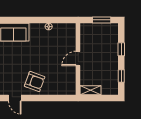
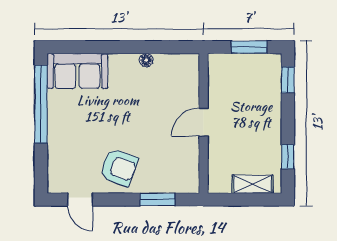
window: (121, 49) -> (288, 80), moved
shelving: (91, 90) -> (253, 184), moved
window: (54, 98) -> (158, 199), added

